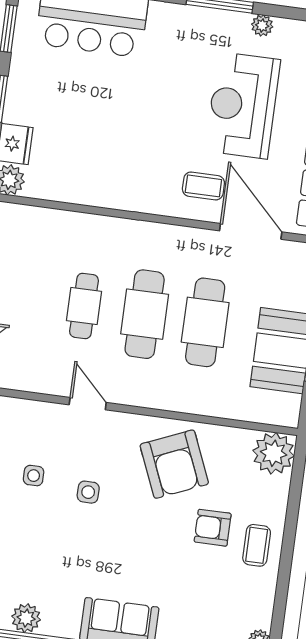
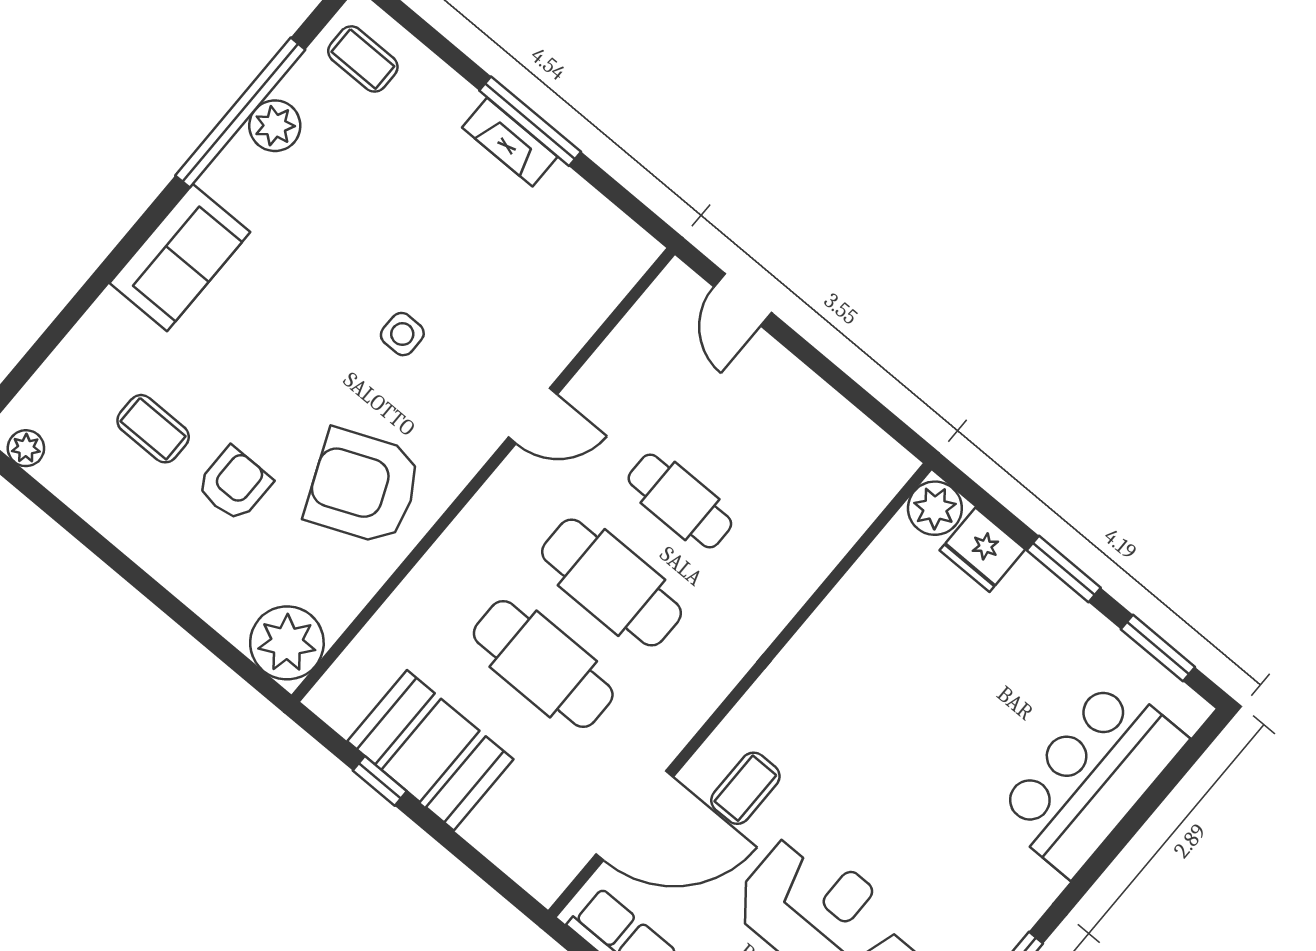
side table: (34, 476) -> (477, 269), removed
coffee table: (257, 545) -> (153, 429), moved

